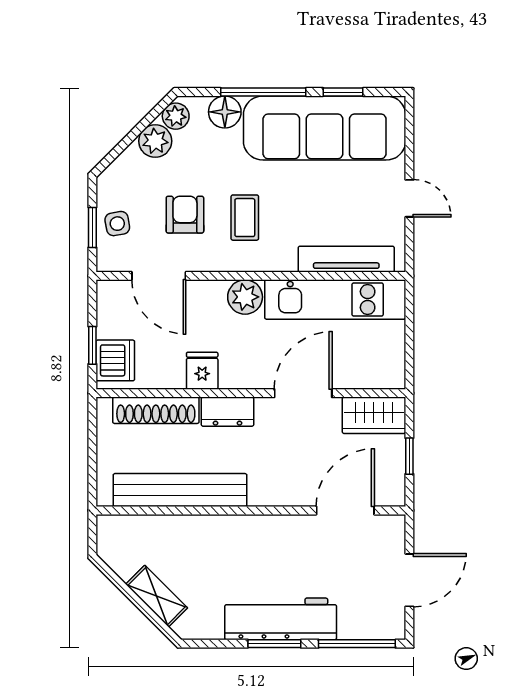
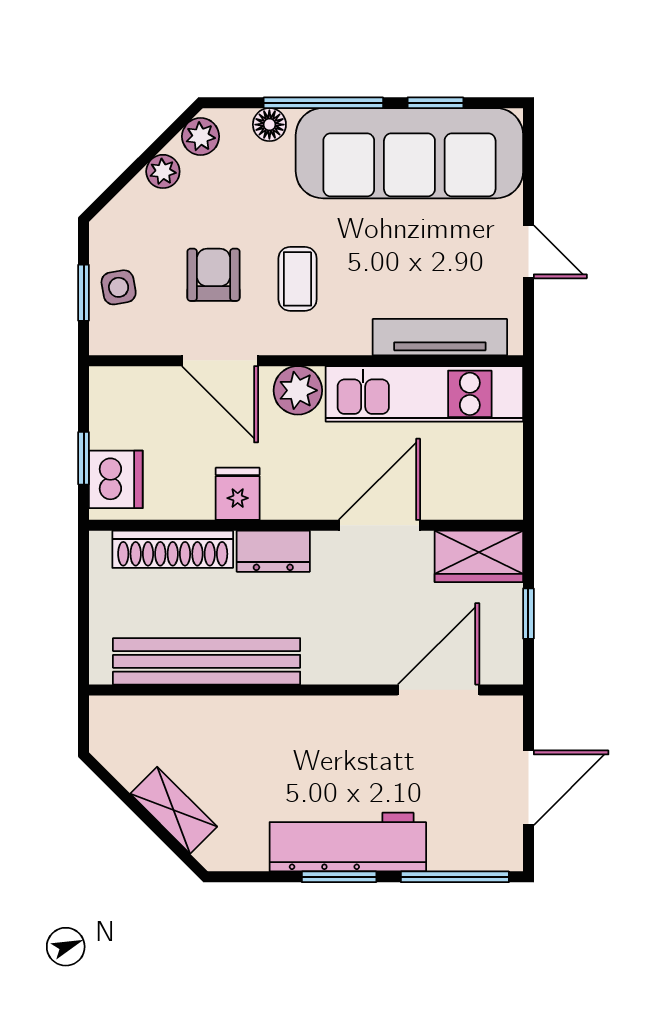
floor lamp: (225, 112) -> (269, 125), width x0.73, depth x0.73
plant: (155, 141) -> (163, 171), width x0.73, depth x0.73
door: (159, 276) -> (220, 361), moved

